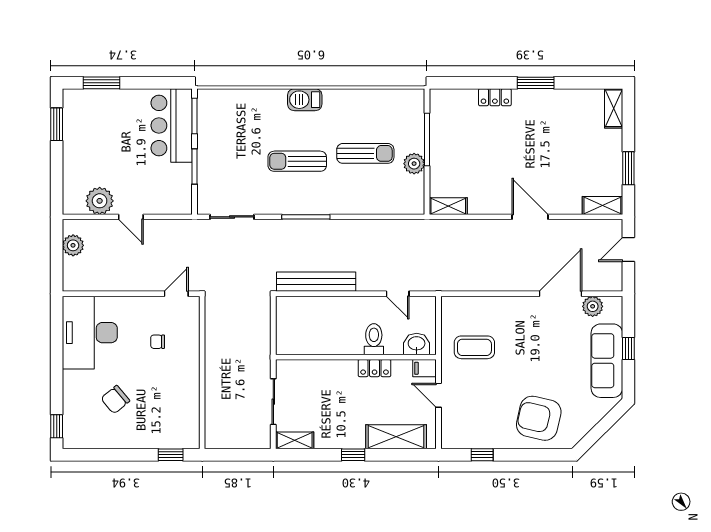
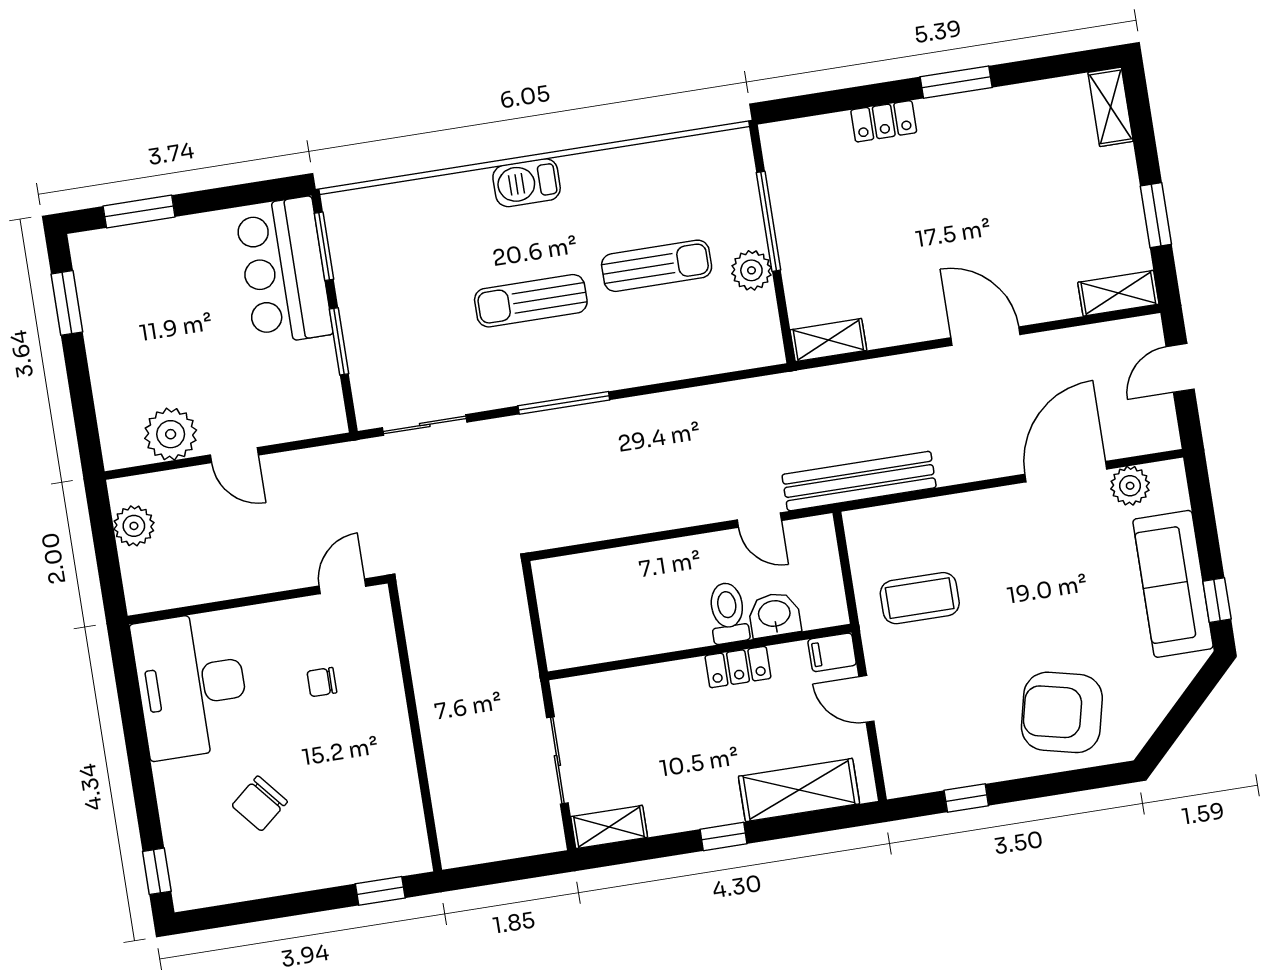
bench: (316, 282) -> (859, 481), moved
washbasin: (417, 344) -> (774, 615), moved
window: (628, 348) -> (1217, 600), moved

